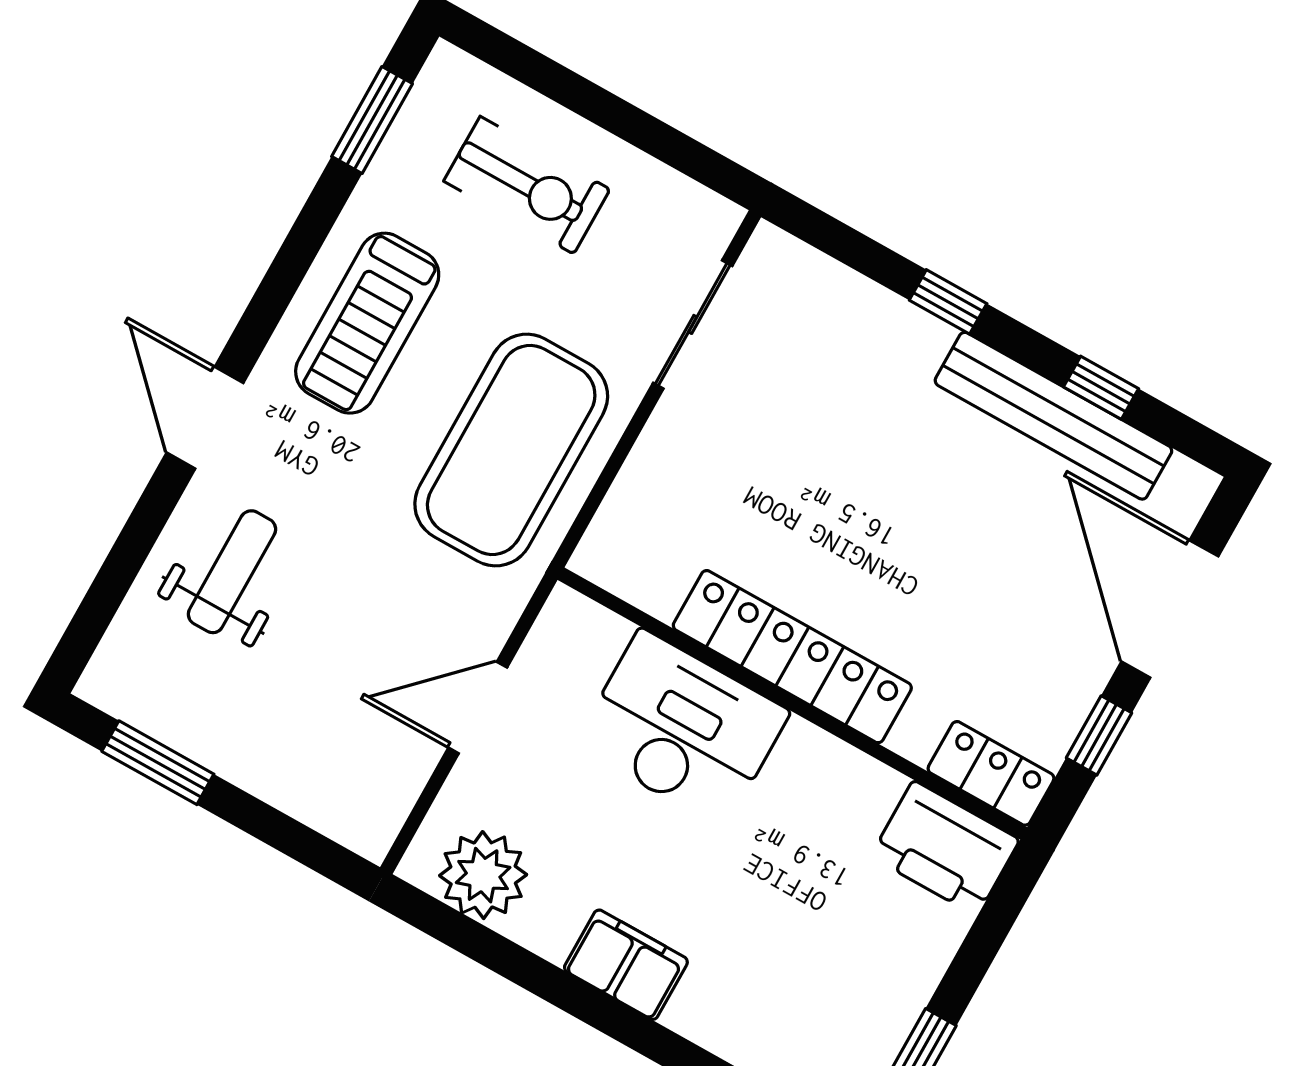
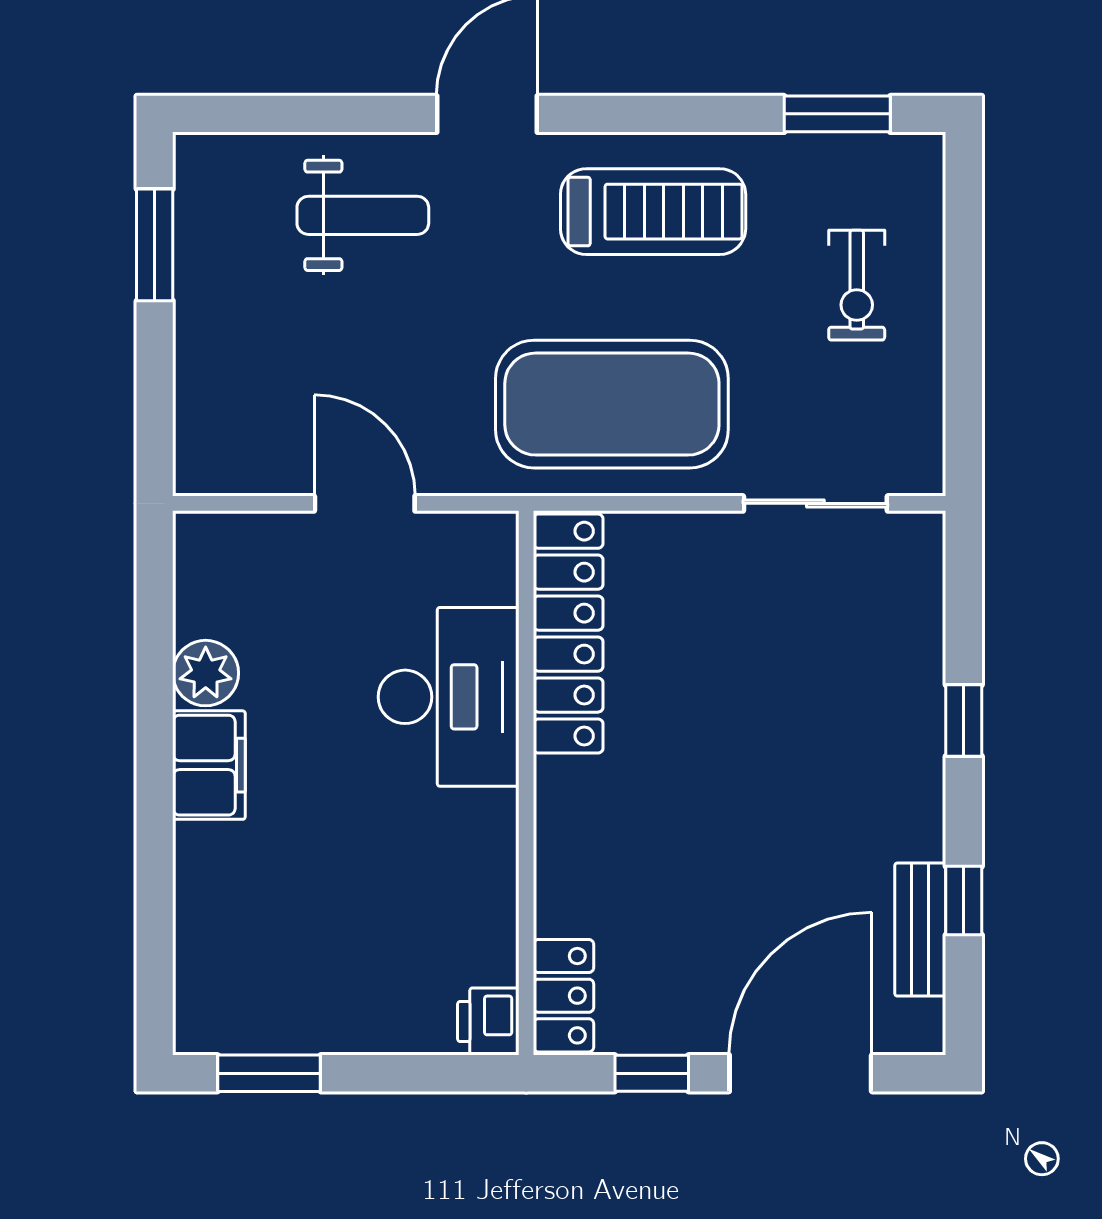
exercise bike: (527, 185) -> (857, 285), width x0.73, depth x0.72
treadmill: (367, 323) -> (653, 212), turned 180
bench: (1053, 416) -> (920, 930), width x0.54, depth x0.82
locker: (792, 657) -> (568, 634), moved
printer: (945, 848) -> (488, 1021), width x0.53, depth x0.68
plant: (483, 875) -> (206, 673), moved, width x0.73, depth x0.73

